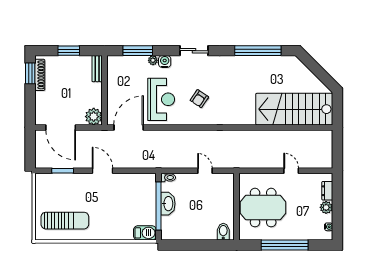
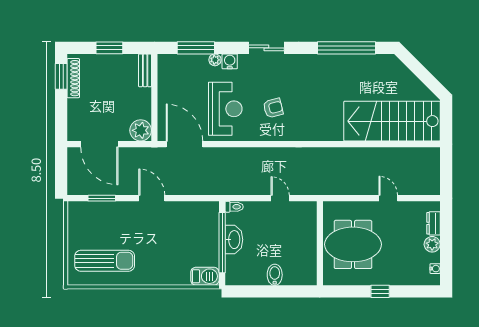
armchair: (199, 99) -> (273, 108), turned -138
door: (129, 127) -> (184, 144), hinge flipped
bidet: (223, 232) -> (275, 275), moved
window: (285, 245) -> (380, 291), width x0.32

